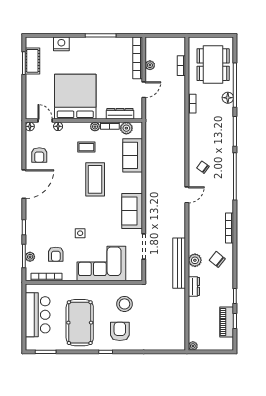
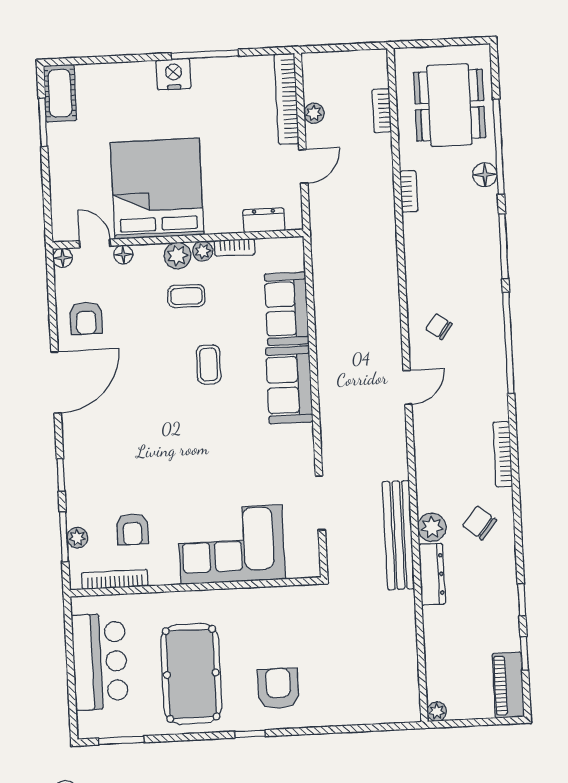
nightstand: (61, 44) -> (173, 74), moved
cot: (32, 61) -> (60, 93), moved
dresser: (120, 114) -> (264, 220), width x0.70
plant: (126, 128) -> (178, 256), moved
coffee table: (95, 179) -> (209, 364), width x0.54, depth x0.58
sofa: (132, 211) -> (289, 385), moved
side table: (80, 233) -> (182, 482), removed
dresser: (194, 286) -> (432, 574), width x1.44
stool: (124, 304) -> (285, 629), removed
piano: (227, 322) -> (508, 685), moved

